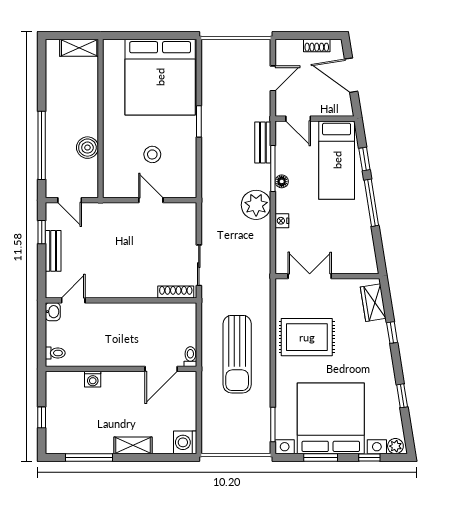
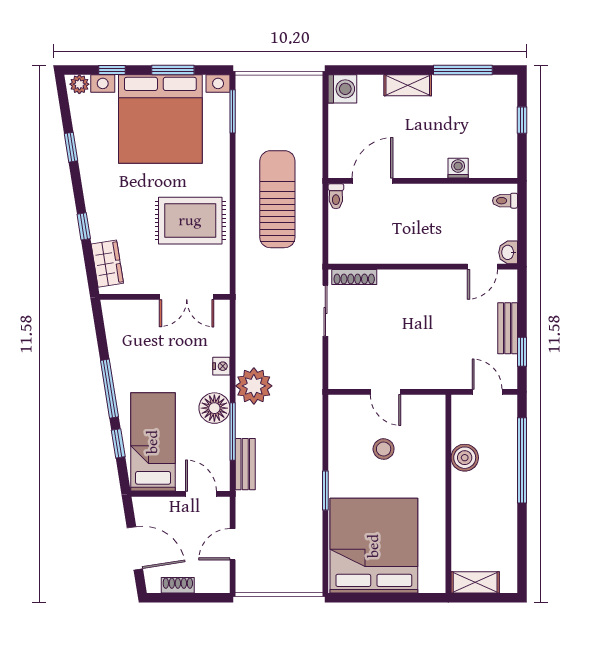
floor lamp: (282, 181) -> (214, 408), width x1.89, depth x1.89

